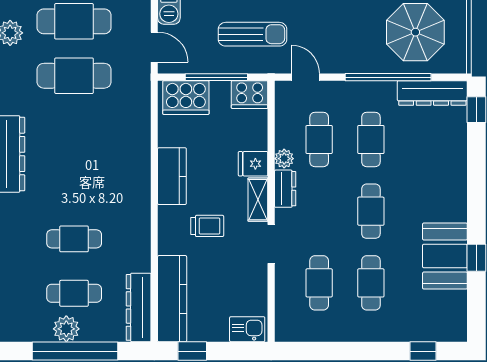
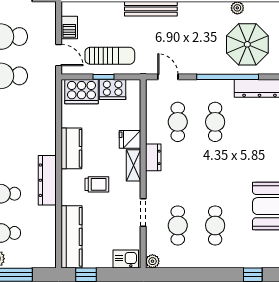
sun lounger: (252, 34) -> (110, 56), moved
window: (216, 77) -> (103, 77), width x0.46
cooker: (250, 95) -> (113, 89), moved
plant: (284, 159) -> (152, 261), moved
cafe table: (371, 211) -> (215, 174), removed
doorway: (271, 244) -> (143, 212), moved
dresser: (139, 307) -> (47, 180), moved

